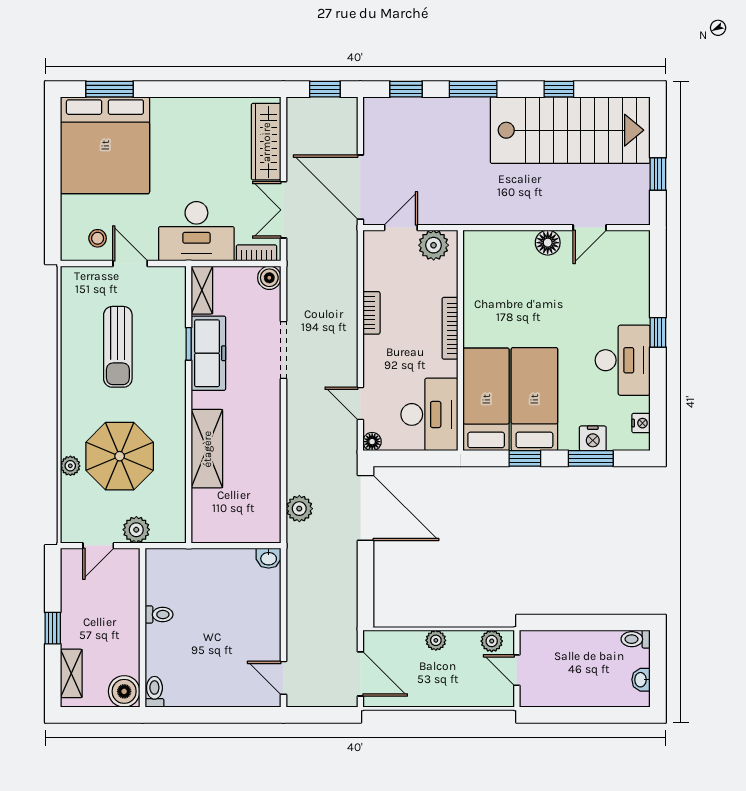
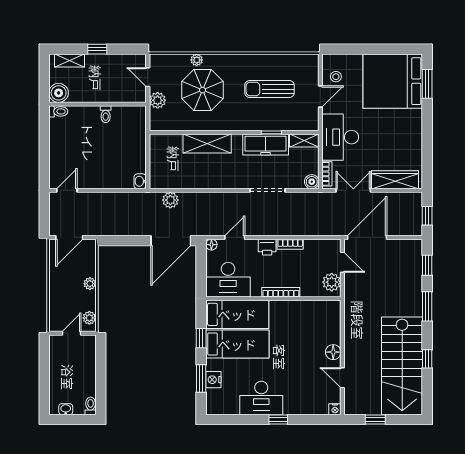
printer: (376, 351) -> (267, 247), added
nightstand: (641, 423) -> (335, 409), moved

